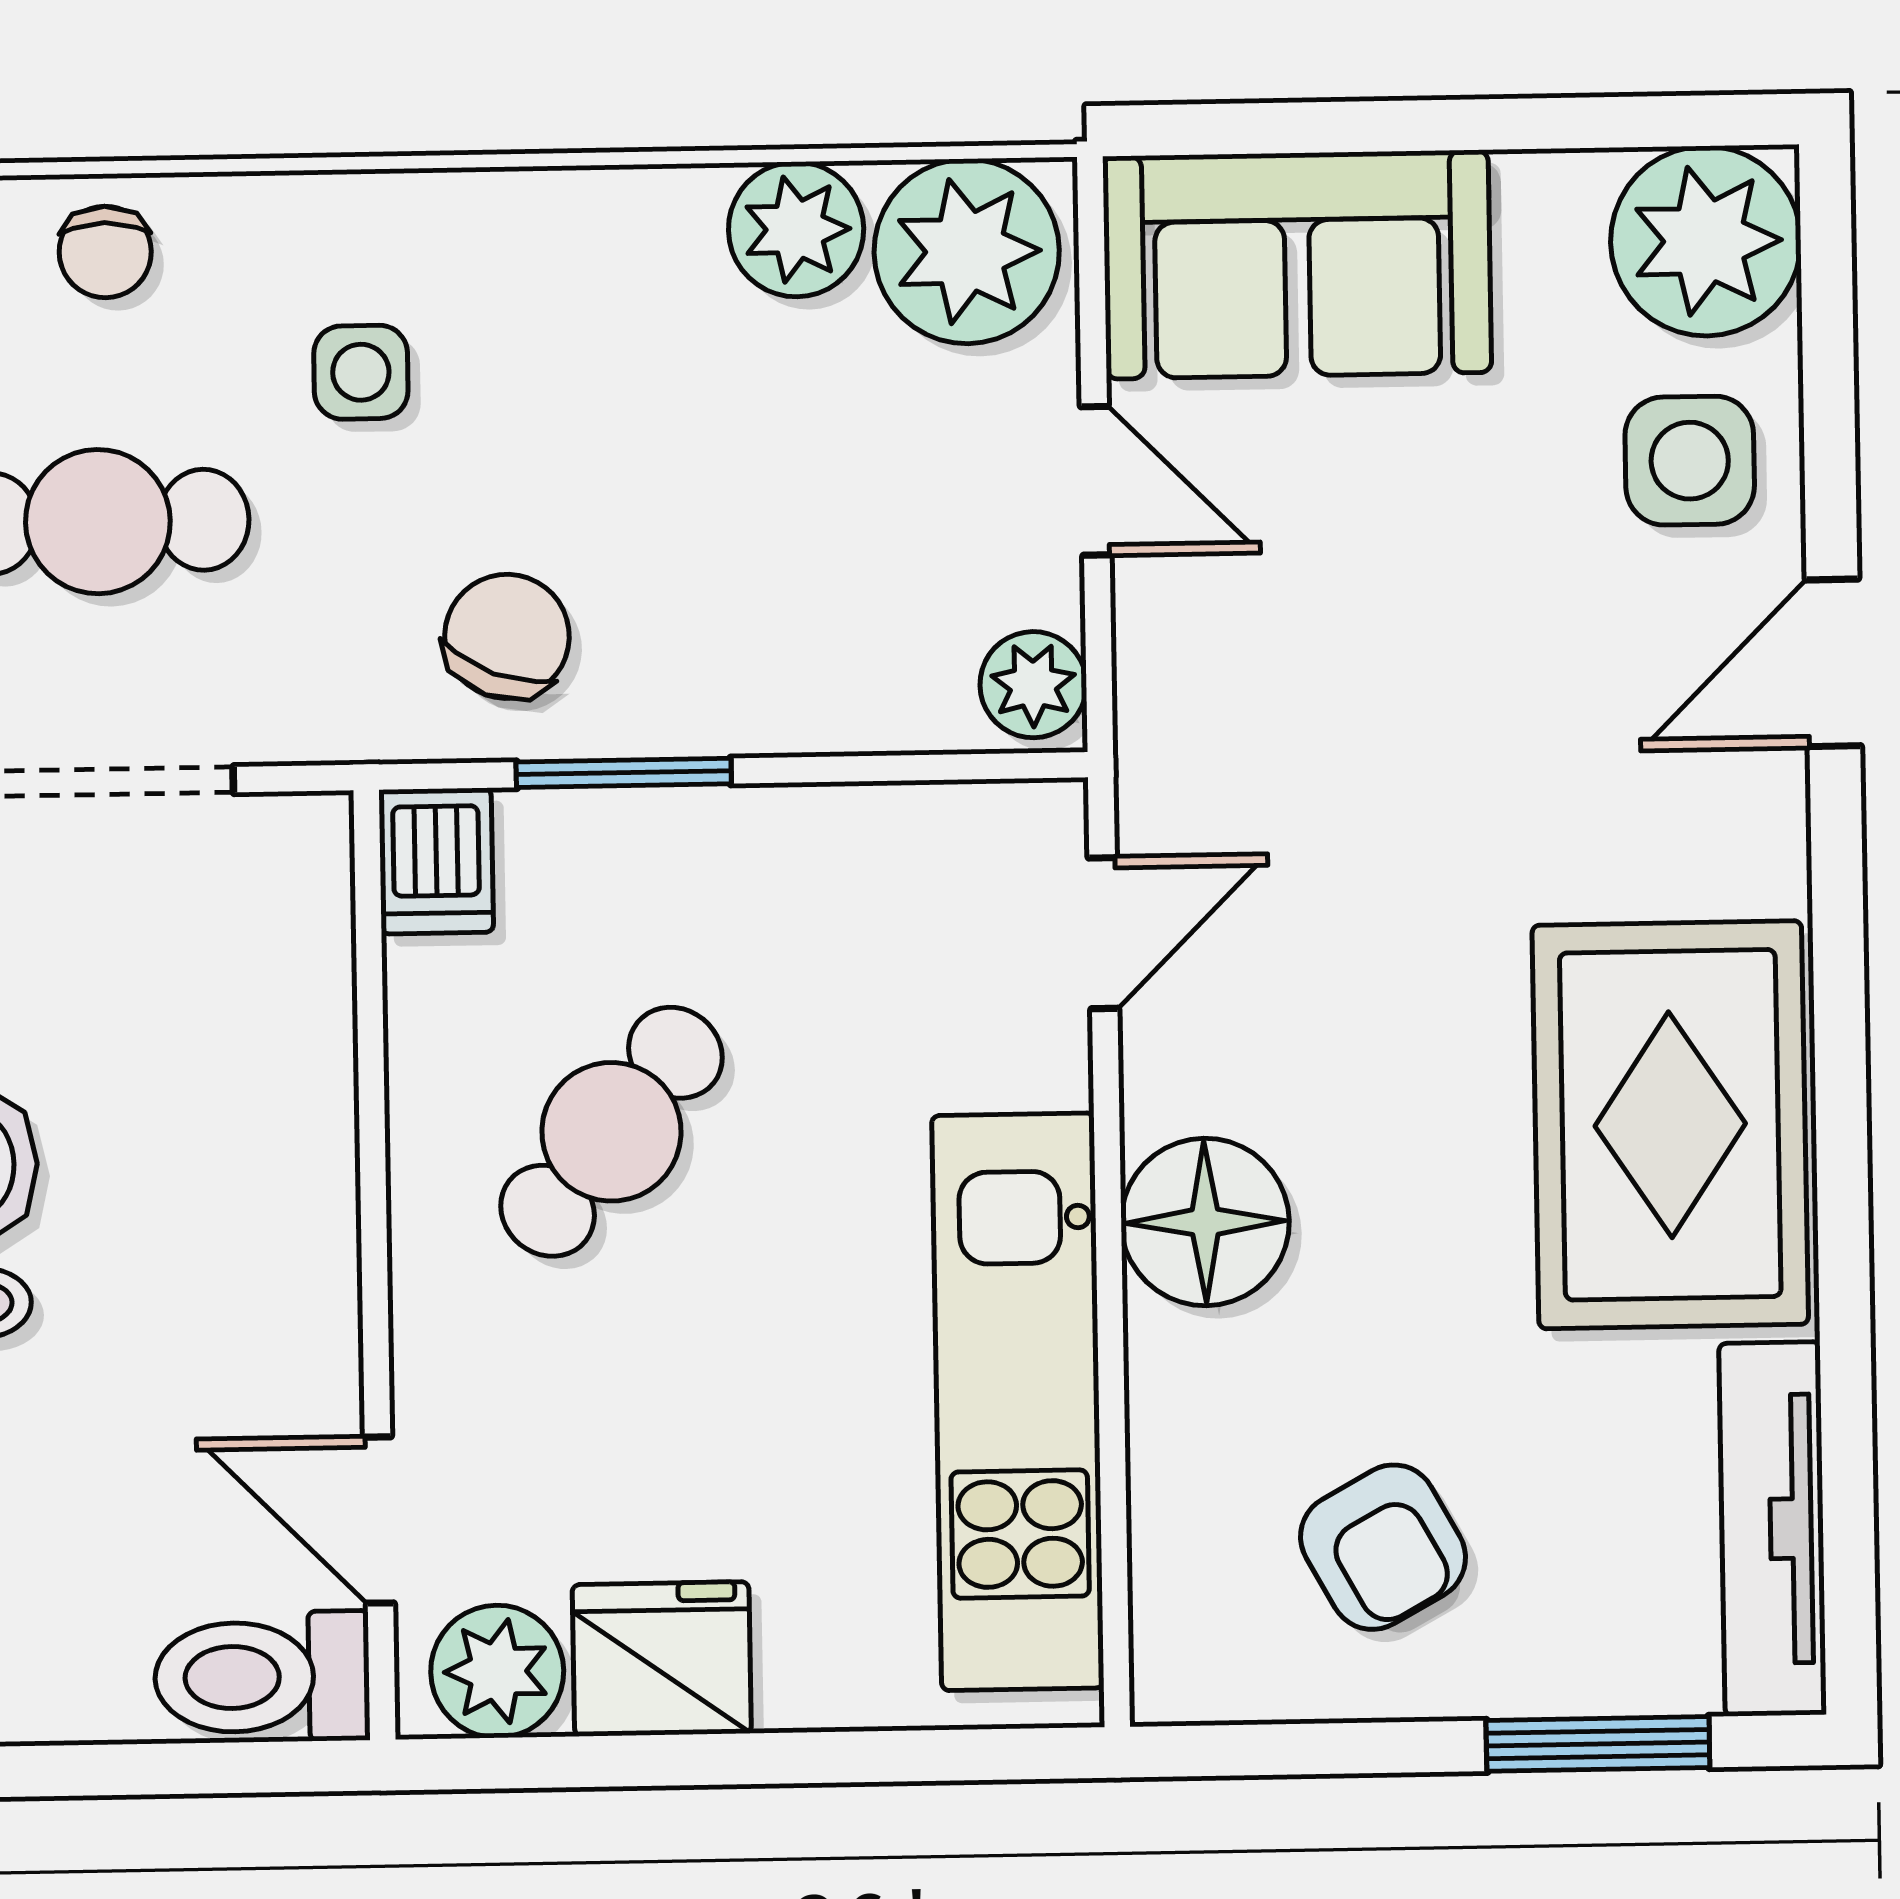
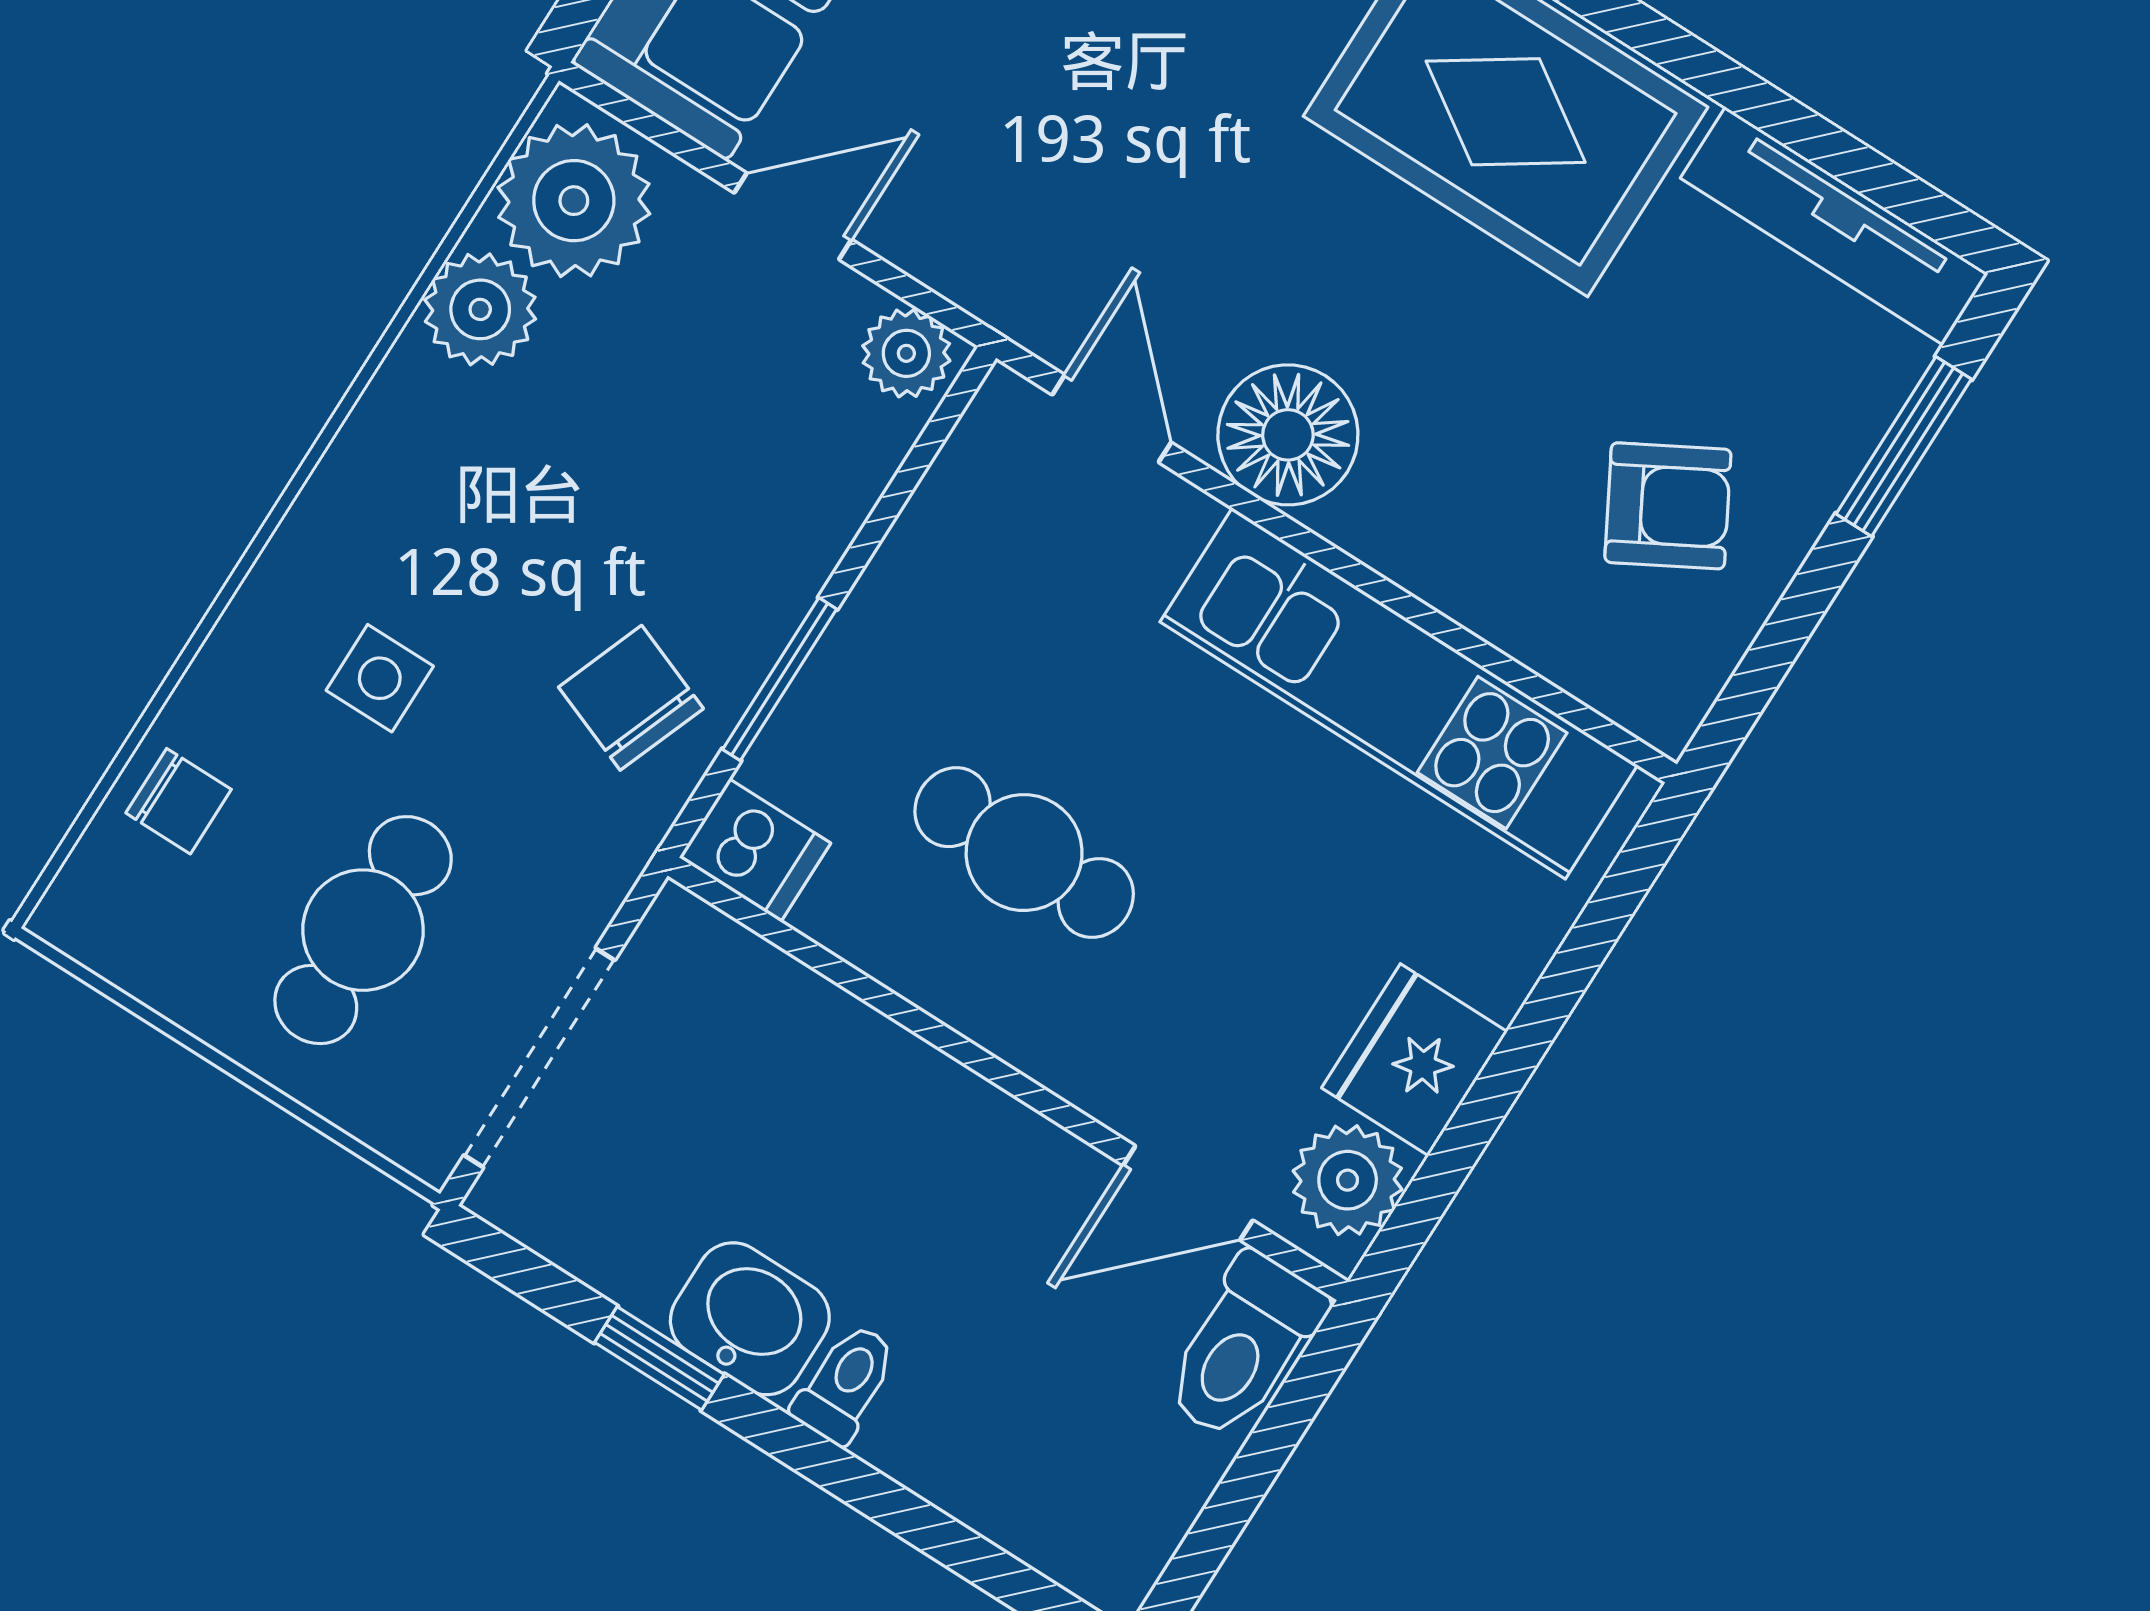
cafe table: (611, 1132) -> (1024, 853), turned -40
floor lamp: (1205, 1222) -> (1288, 435), moved

